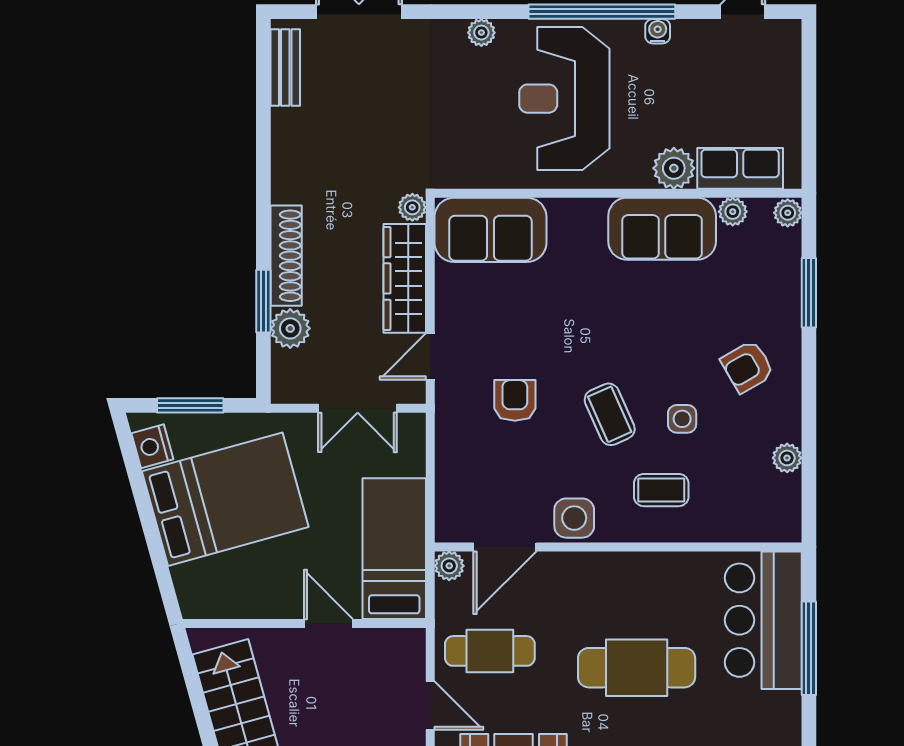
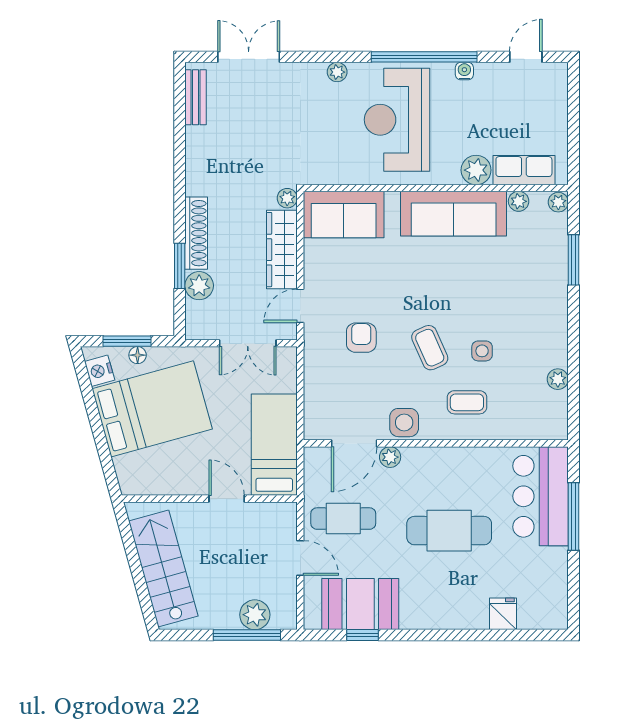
sofa: (662, 229) -> (454, 214), width x1.36
armchair: (747, 367) -> (529, 313), removed
floor lamp: (205, 425) -> (138, 355), added
plant: (449, 566) -> (390, 457), moved

